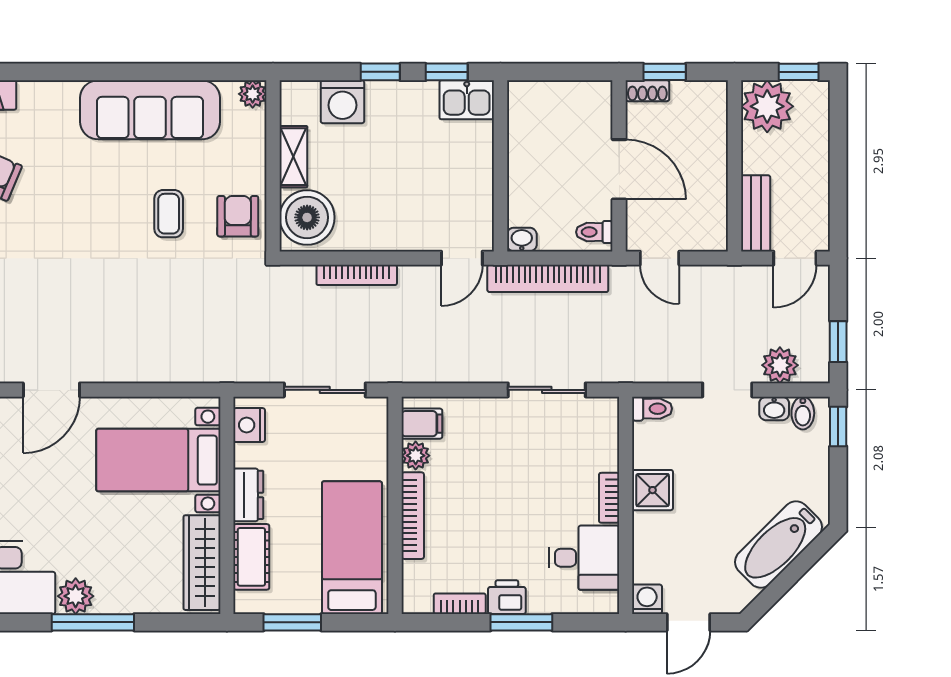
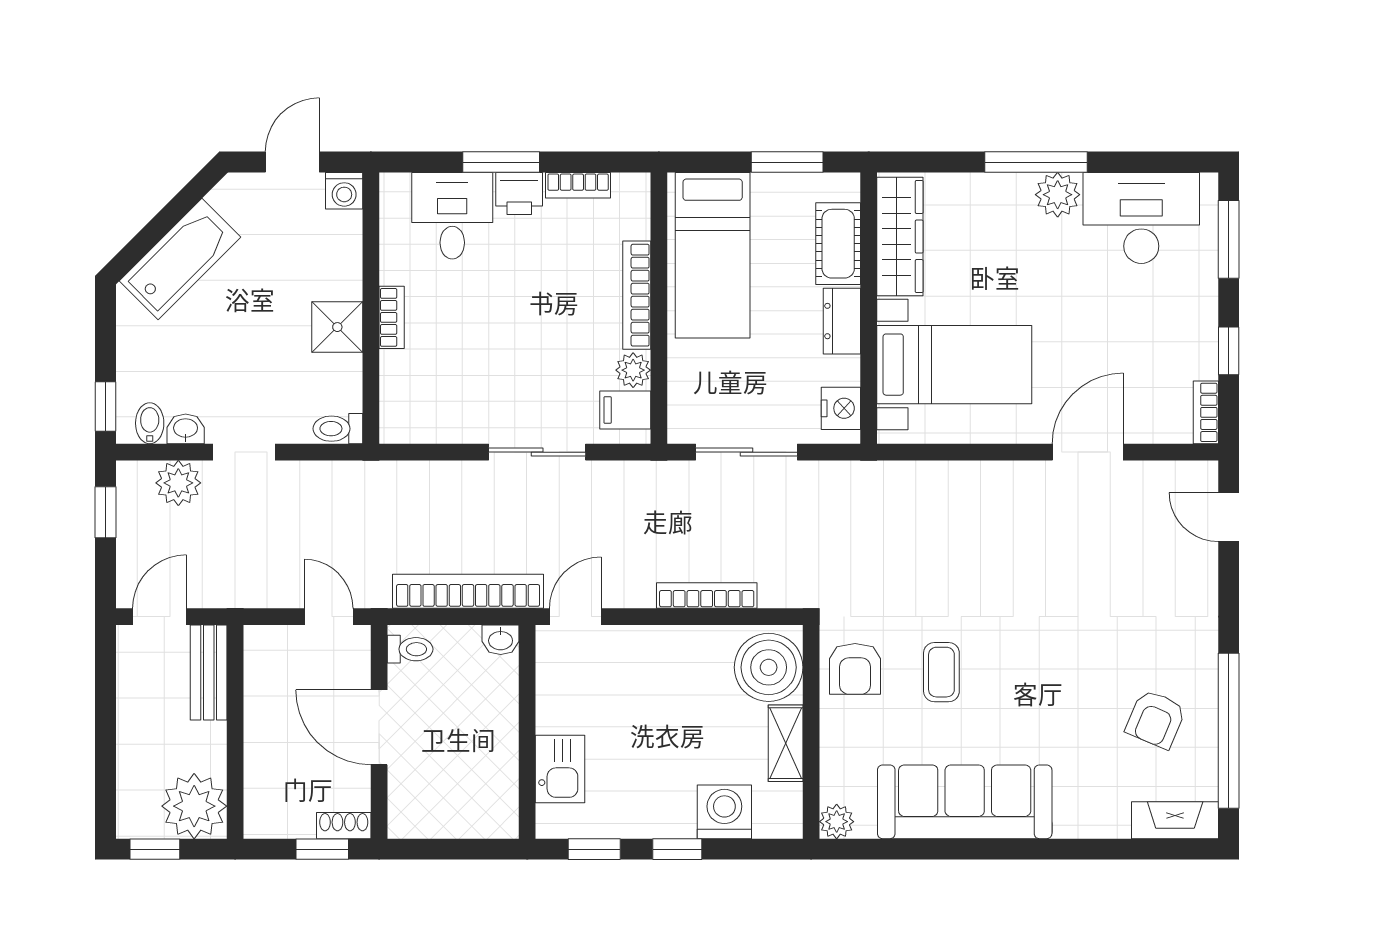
kitchen sink: (467, 100) -> (560, 769), moved, turned 90
sliding door: (547, 390) -> (537, 452), moved
desk: (584, 558) -> (452, 216), moved, turned 90

